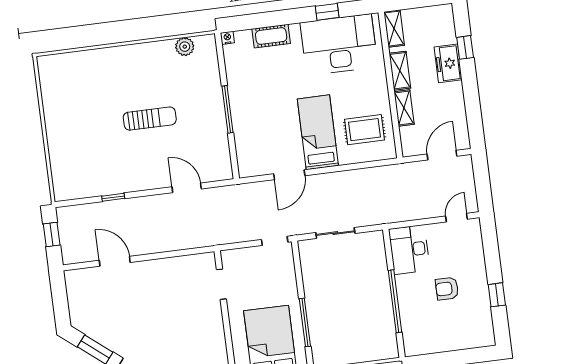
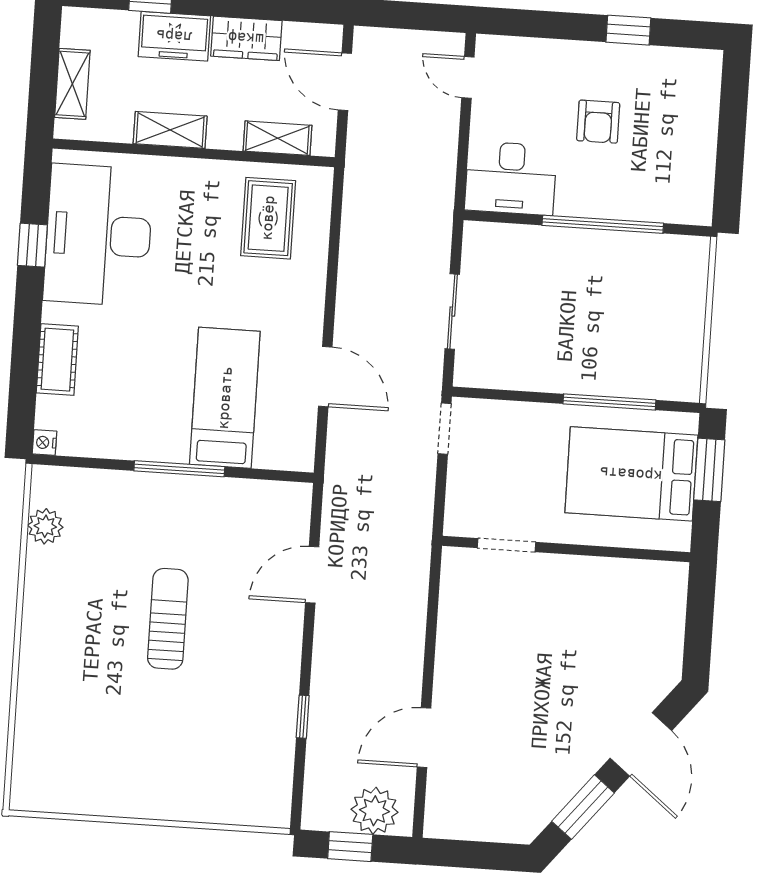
shelving: (394, 29) -> (72, 84), moved, turned 90
wardrobe: (454, 100) -> (246, 38), added
shelving: (404, 108) -> (277, 138), moved
bed: (318, 132) -> (225, 398), moved, turned 90
plant: (72, 243) -> (374, 811), added

